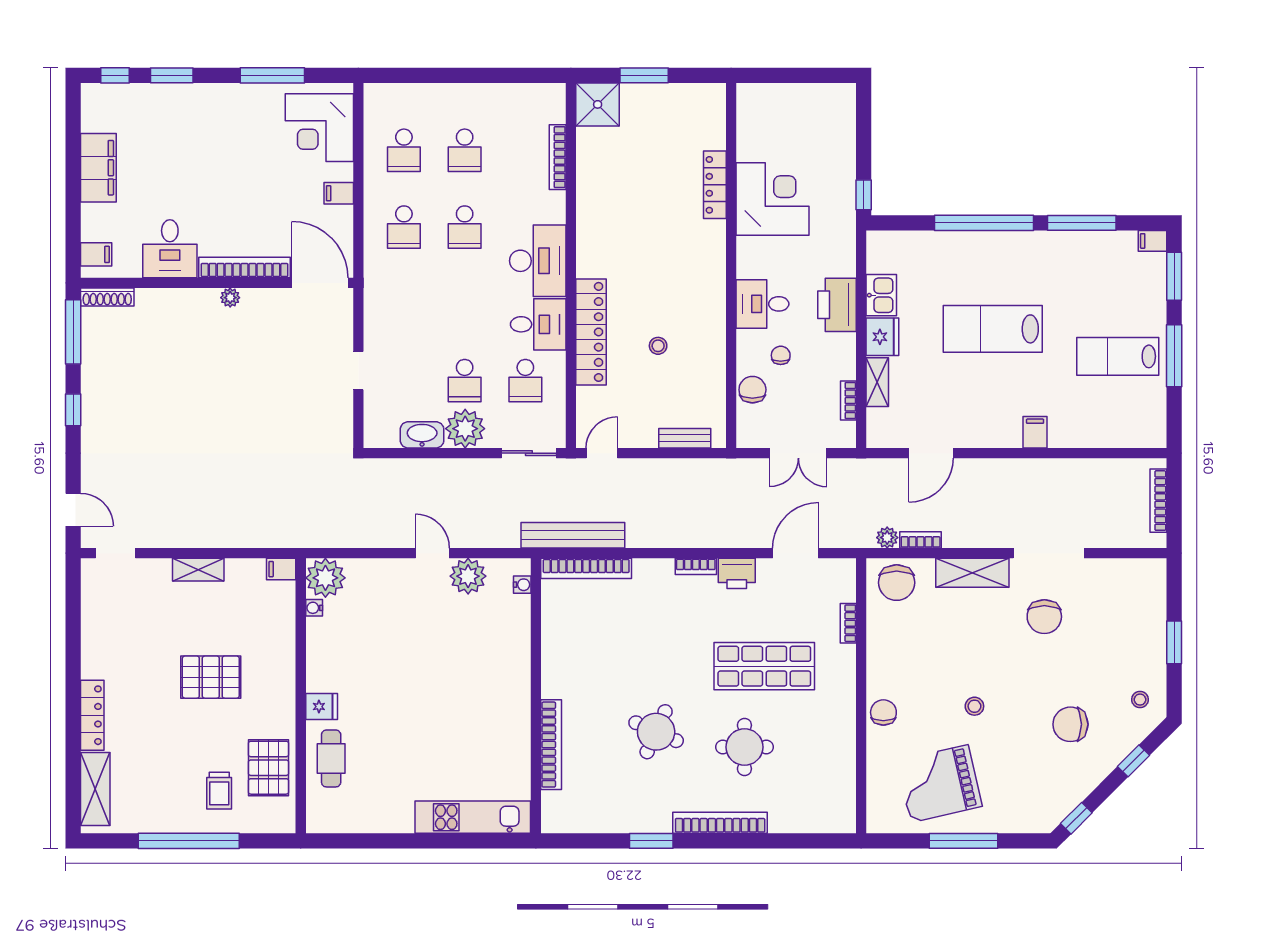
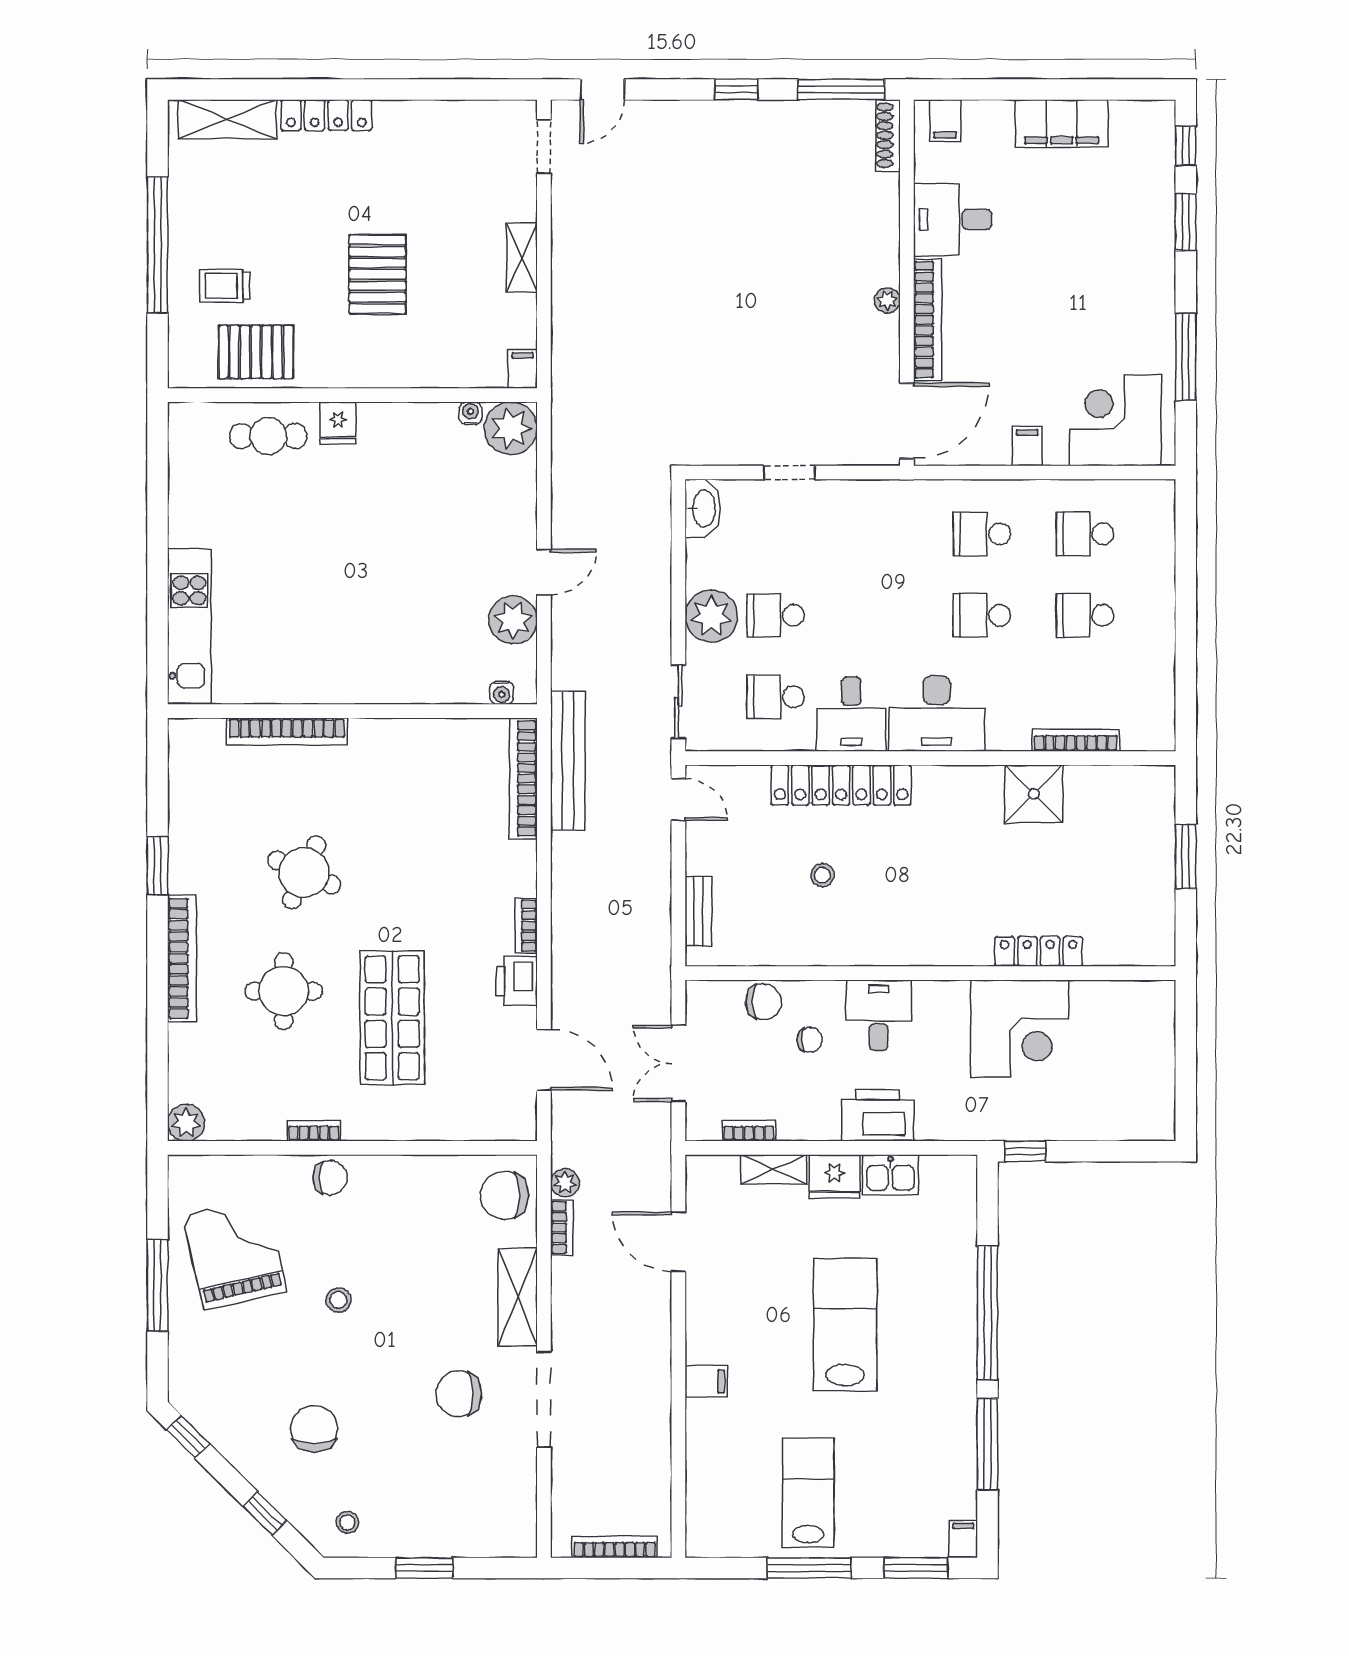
shower: (598, 104) -> (1034, 794), moved
washbasin: (422, 435) -> (703, 508), moved
bookcase: (848, 623) -> (314, 1131), moved
plant: (842, 820) -> (186, 1123), added

